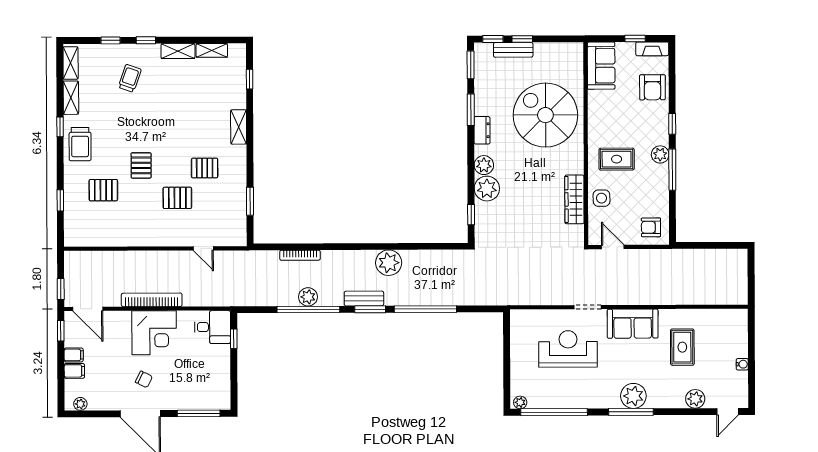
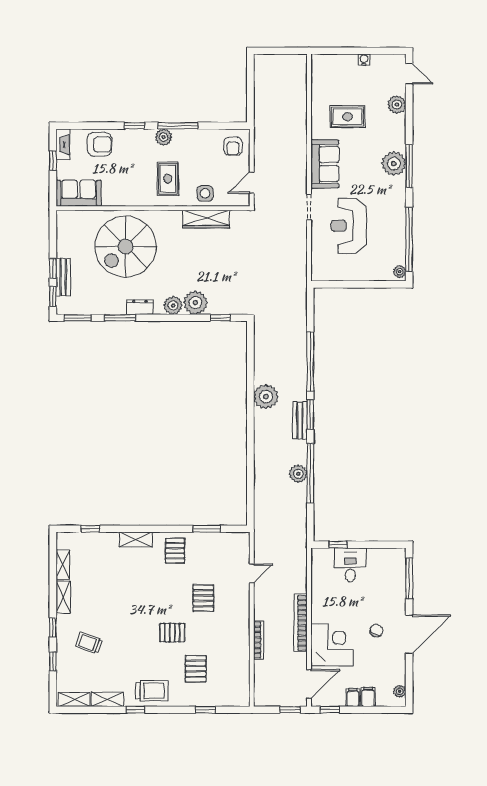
pallet: (205, 168) -> (175, 551), moved
bookcase: (300, 255) -> (258, 640), moved
desk: (213, 327) -> (350, 565), moved
corner desk: (154, 333) -> (332, 645), moved

